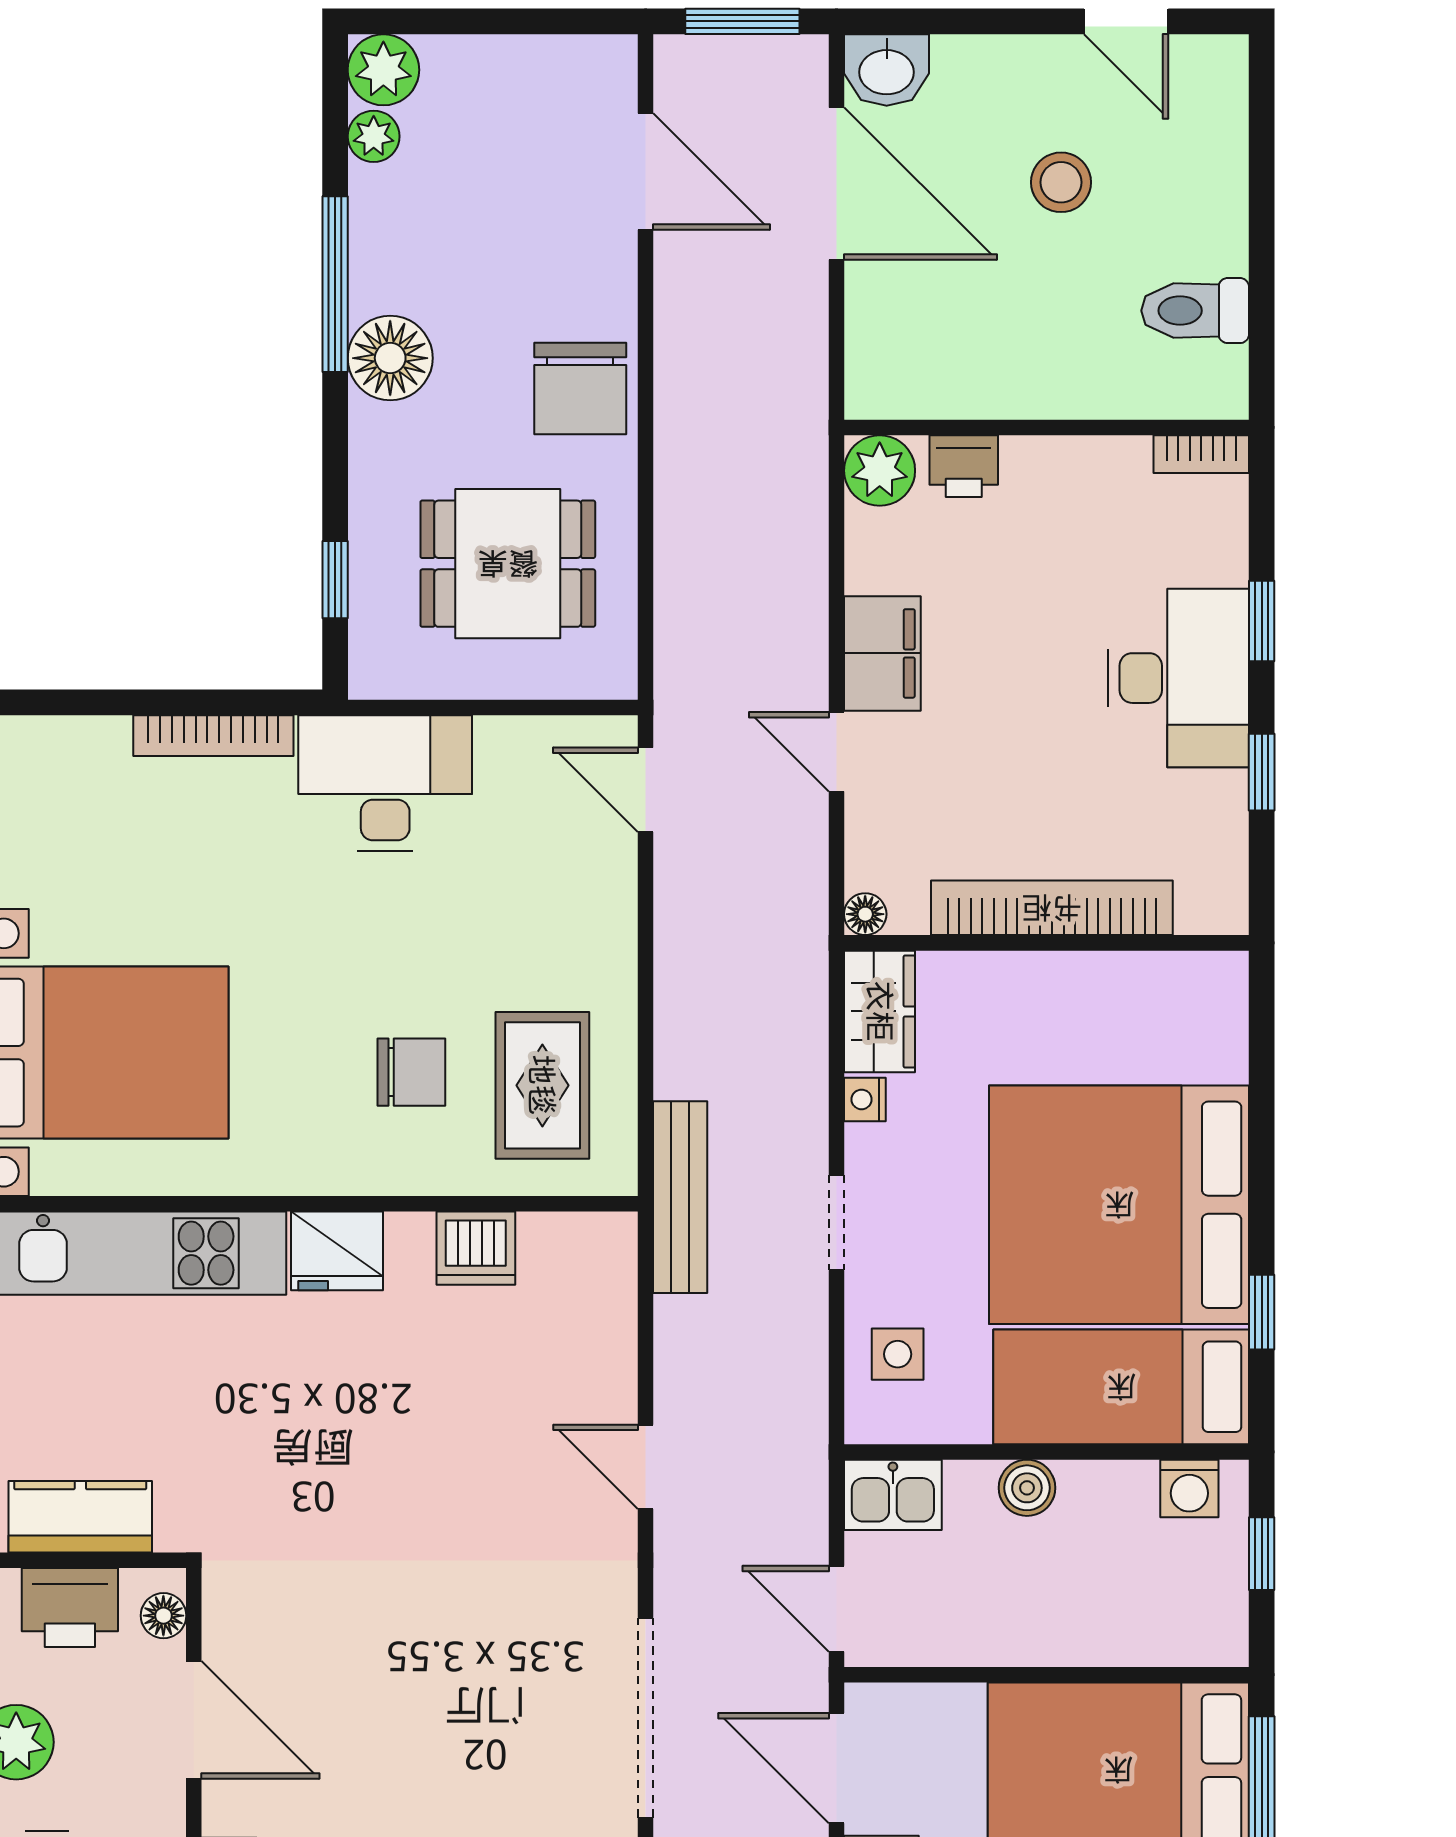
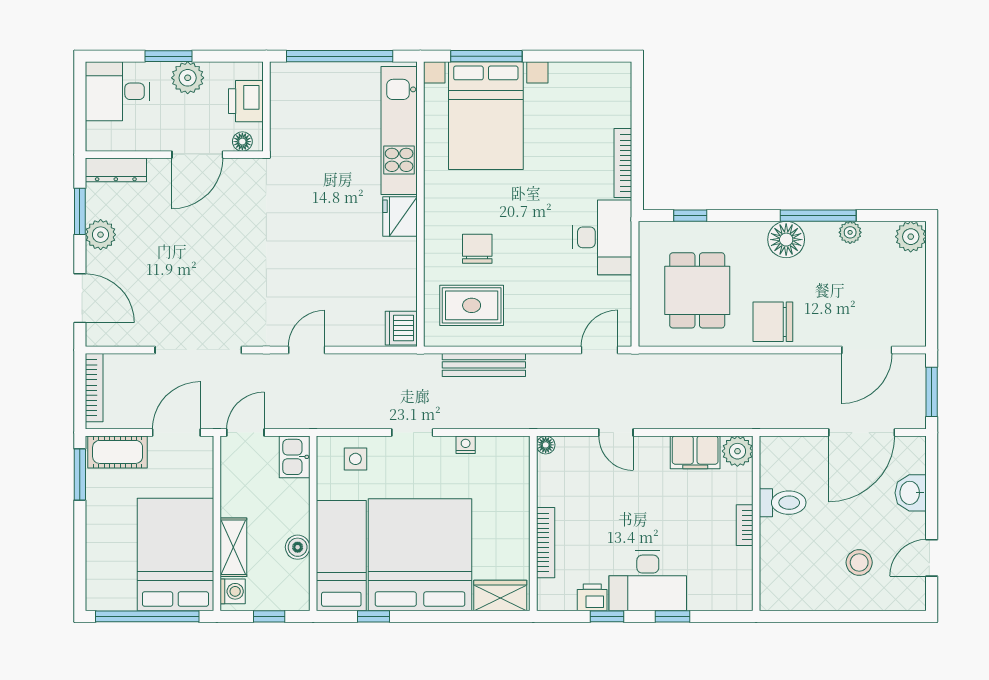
washbasin: (887, 70) -> (911, 493), moved
plant: (374, 136) -> (850, 232), moved
stool: (1061, 182) -> (859, 562), moved
toilet: (1195, 311) -> (783, 503), moved, turned 90
bookcase: (1201, 454) -> (745, 525), moved
printer: (964, 466) -> (592, 597), moved, turned 90
filing cabinet: (882, 653) -> (695, 452), moved
door: (837, 752) -> (616, 433), swing flipped
bookcase: (1052, 908) -> (546, 543), width x0.68, depth x0.76
wardrobe: (880, 1011) -> (500, 596), moved, turned 180
chair: (411, 1072) -> (477, 249), turned 180
bench: (680, 1197) -> (484, 365), moved
dishwasher: (476, 1248) -> (401, 328), moved
boiler: (1027, 1488) -> (298, 547), moved
washing machine: (1189, 1489) -> (233, 591), moved, turned 180
kitchen counter: (80, 1517) -> (285, 106), removed
shelving: (1102, 1636) -> (233, 547), added

